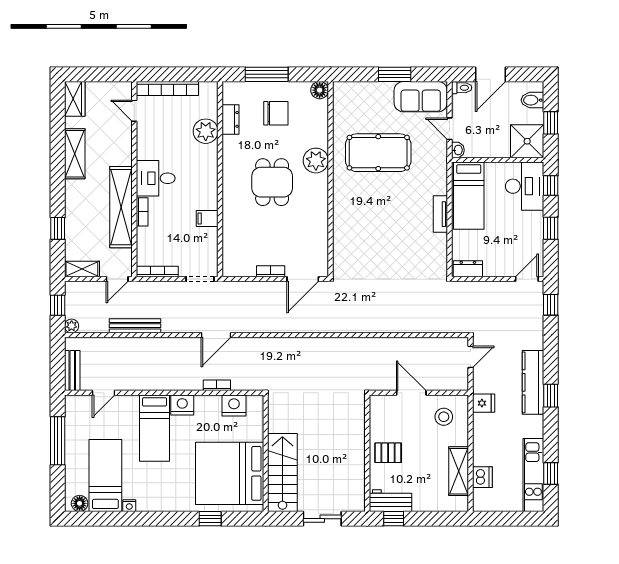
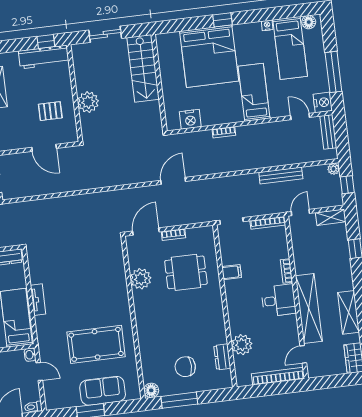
window: (267, 74) -> (179, 400), moved
sofa: (421, 97) -> (103, 391), moved
door: (134, 111) -> (303, 354), swing flipped
plant: (316, 161) -> (141, 279), moved
dining table: (272, 182) -> (186, 272), moved, turned 90
shelving: (121, 207) -> (309, 308), moved
door: (216, 335) -> (173, 181), moved
bookcase: (217, 385) -> (224, 132), moved
door: (104, 393) -> (300, 117), hinge flipped
nightstand: (182, 405) -> (323, 102), moved, turned -90
stool: (444, 417) -> (15, 131), removed
plant: (352, 441) -> (88, 102), added
pallet: (388, 453) -> (50, 111), moved
bed: (230, 473) -> (209, 56), moved, turned 90
workbench: (391, 501) -> (44, 57), width x1.38
window: (210, 519) -> (222, 20), moved

